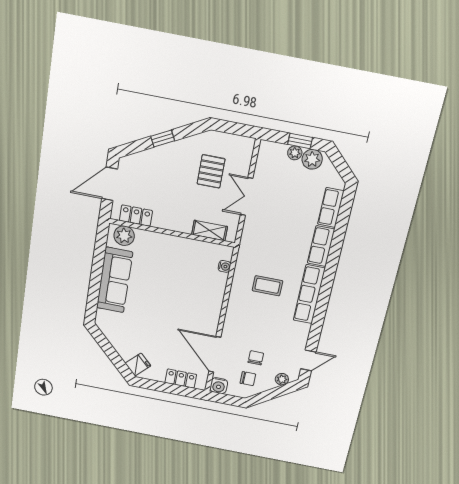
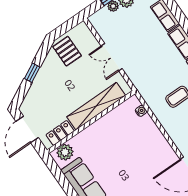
pallet: (211, 171) -> (67, 51), moved
shelving: (210, 231) -> (96, 106), width x2.20, depth x1.33

